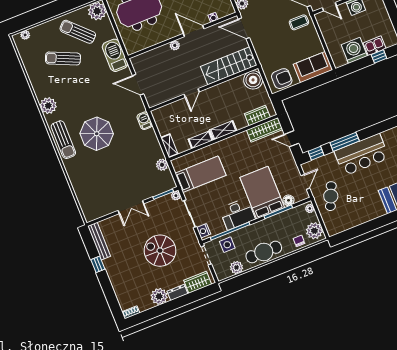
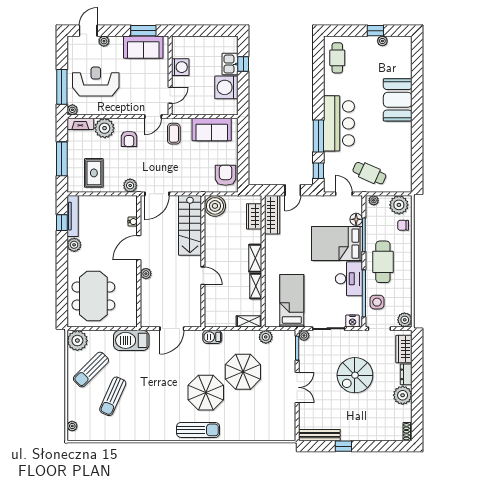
sofa: (313, 67) -> (212, 130), moved, turned -90
plant: (48, 106) -> (156, 432), removed
parasol: (126, 157) -> (243, 372), added
cafe table: (264, 252) -> (383, 262), moved
plant: (236, 267) -> (405, 320), moved

